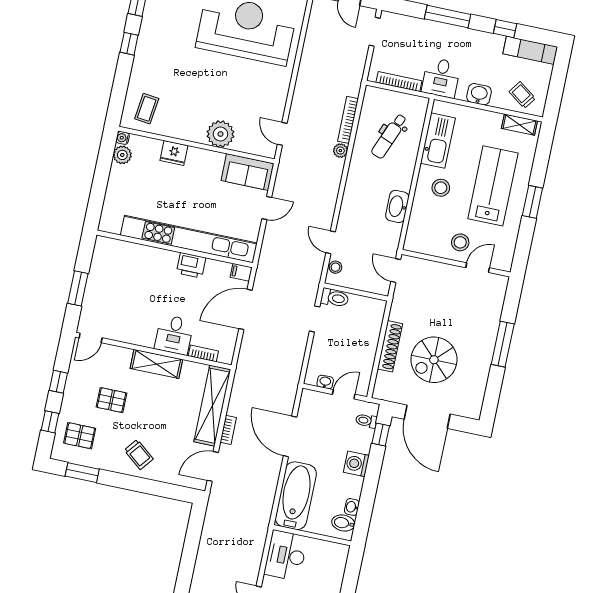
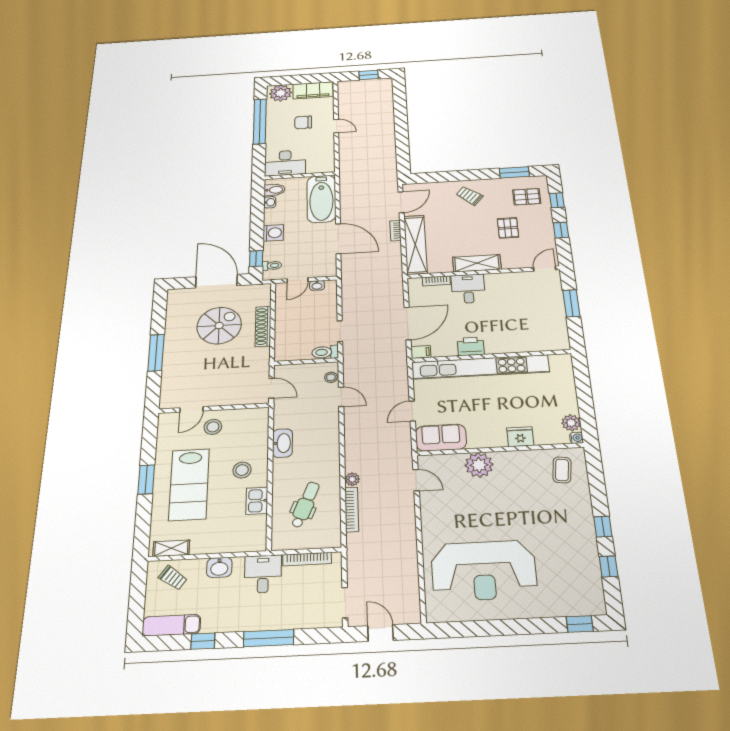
kitchen sink: (438, 141) -> (257, 501), width x0.53, depth x0.81
pallet: (112, 400) -> (508, 228), turned 90
desk: (286, 555) -> (285, 163), moved, turned 90

